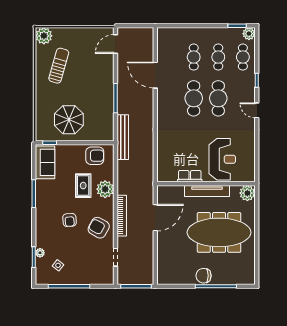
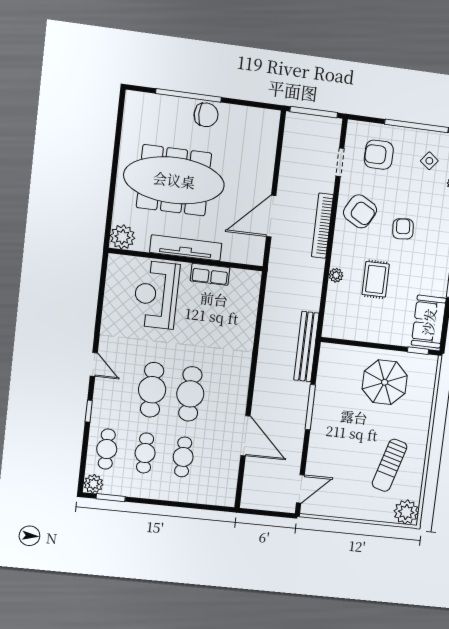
armchair: (95, 156) -> (379, 155), moved
plant: (105, 189) -> (336, 275), width x0.53, depth x0.53

